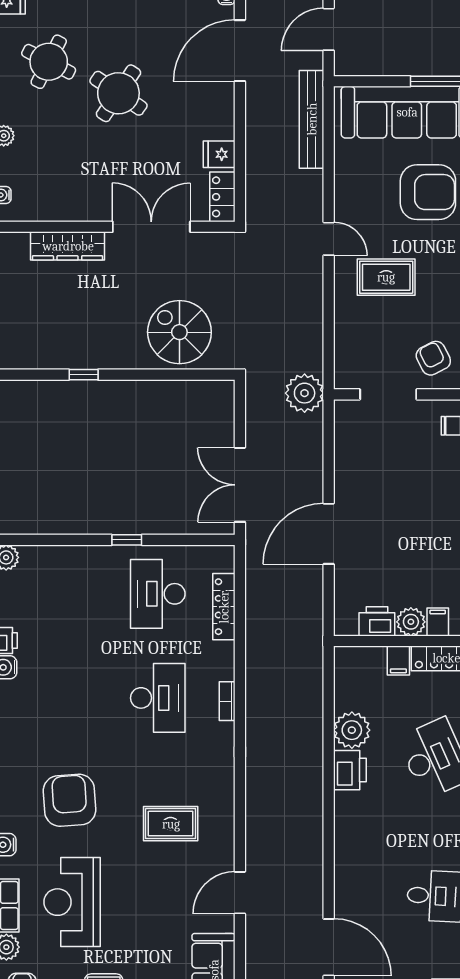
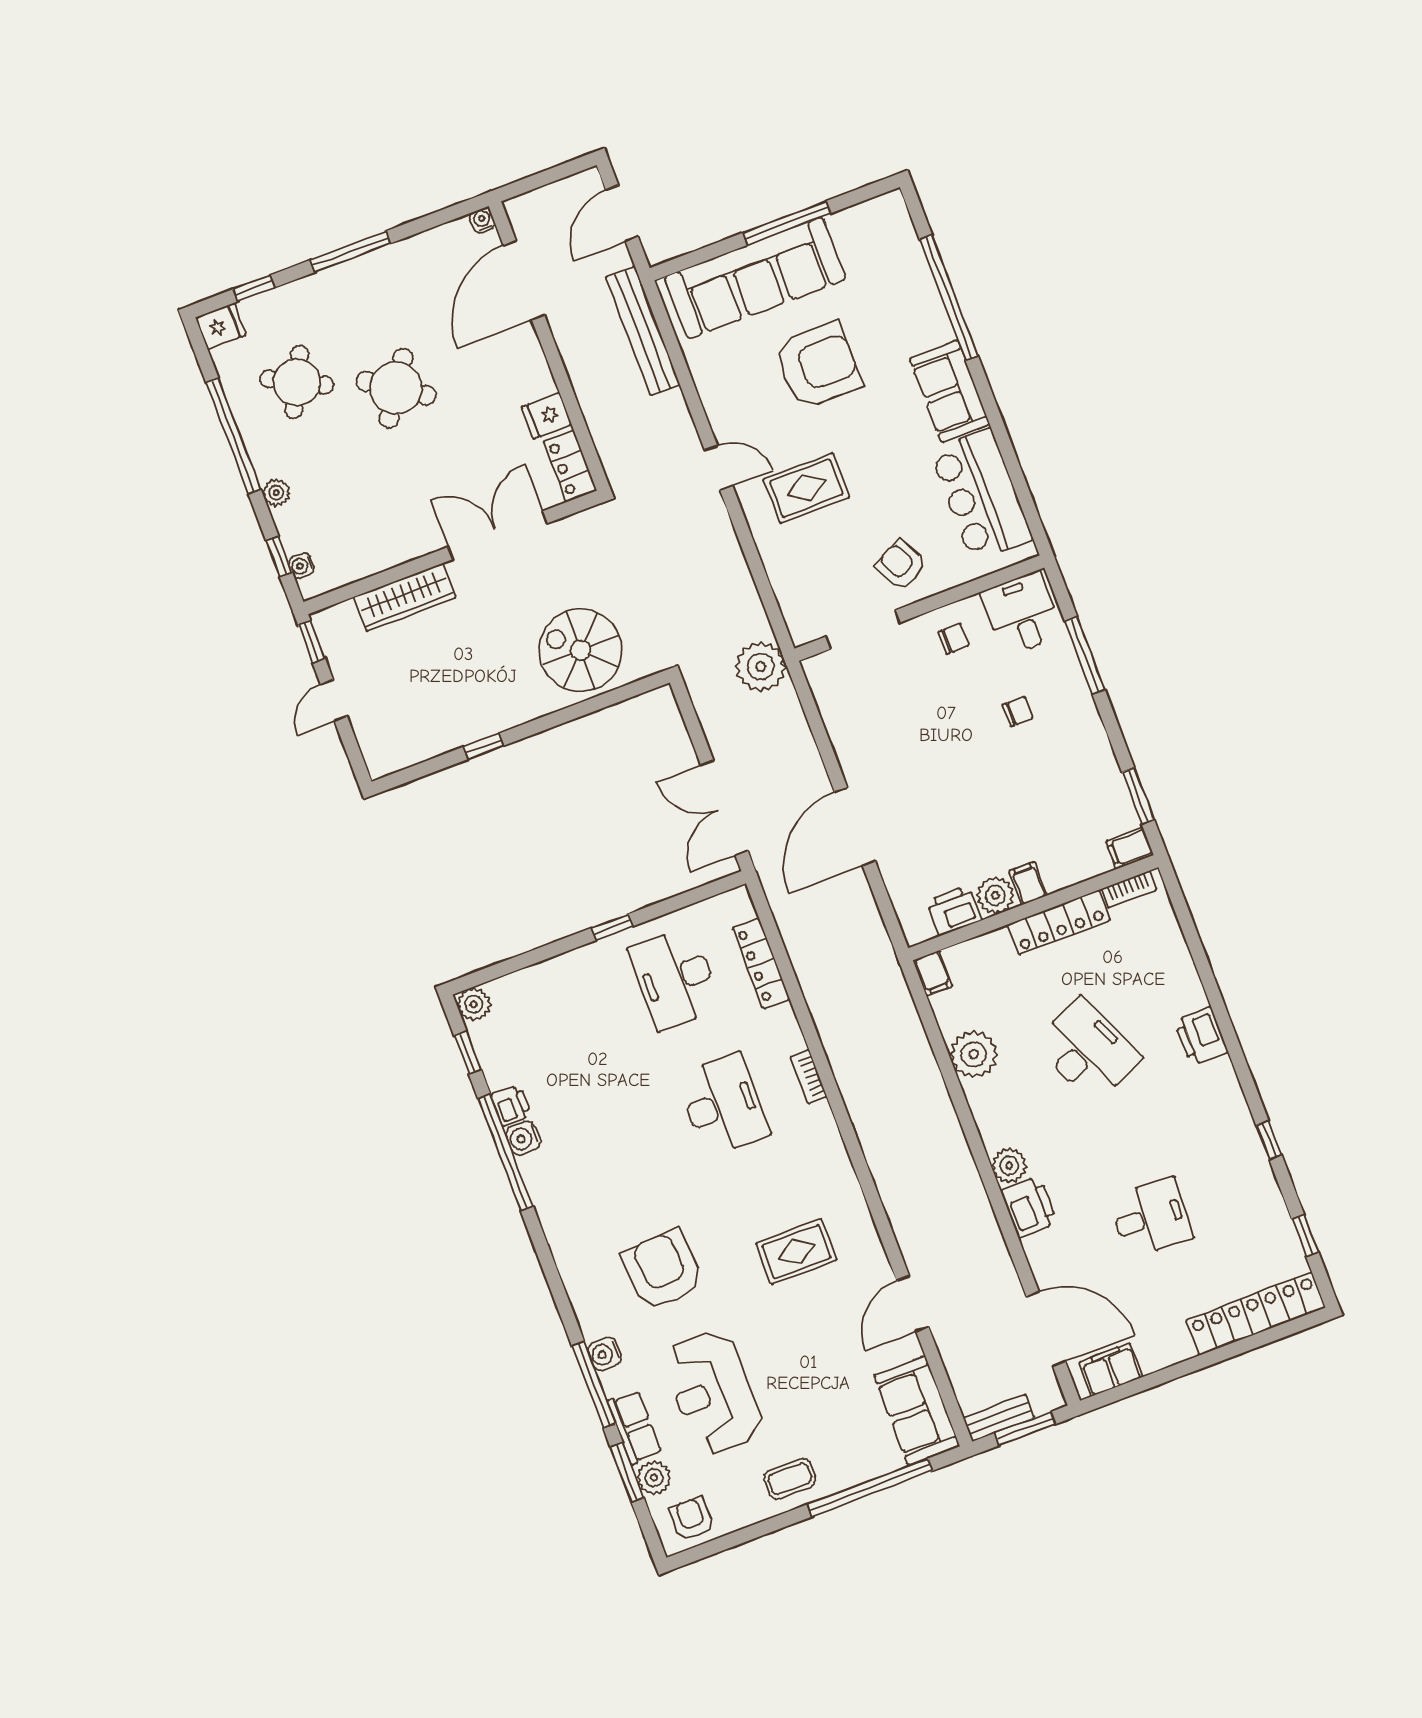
filing cabinet: (398, 661) -> (933, 973), moved
printer: (350, 770) -> (1029, 1207), moved
plant: (347, 820) -> (1009, 1166), added

